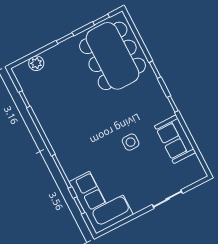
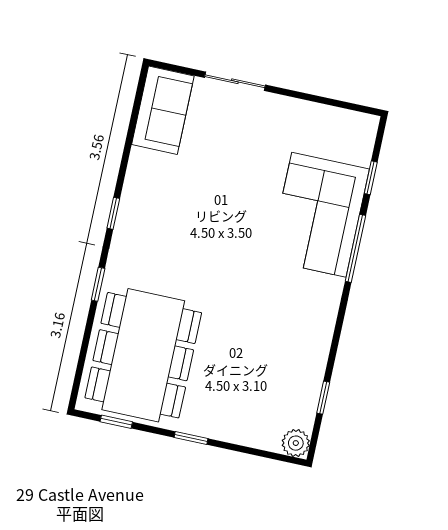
plant: (36, 63) -> (296, 443), moved
sofa: (175, 139) -> (163, 110), moved
side table: (131, 142) -> (220, 208), removed
corner sofa: (101, 198) -> (319, 215), moved

